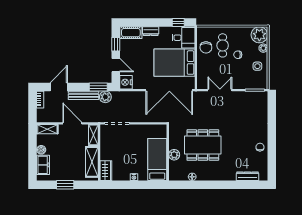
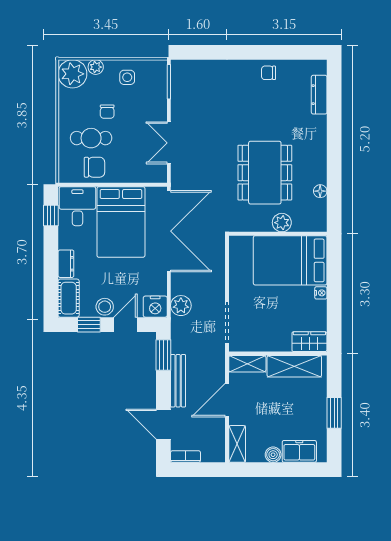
stool: (126, 53) -> (105, 307), added
plant: (105, 97) -> (181, 306), moved
bed: (157, 160) -> (290, 260), width x1.50

